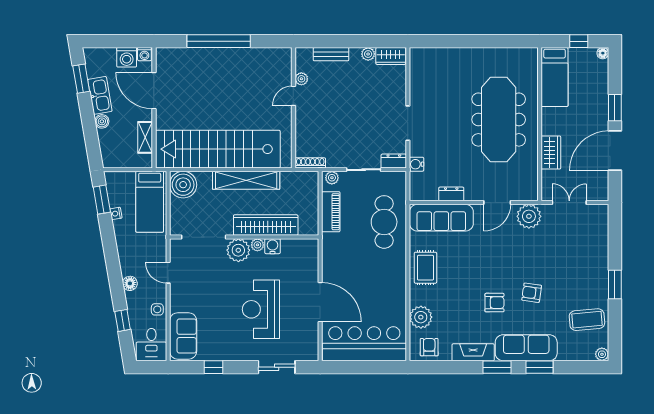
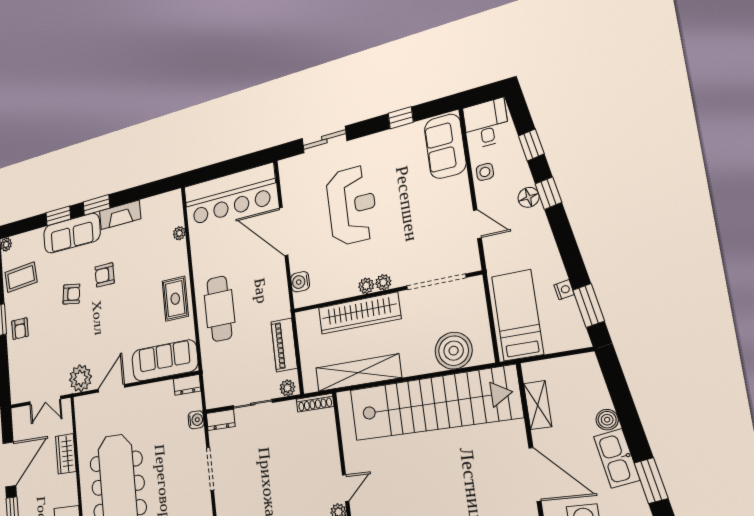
shelving: (246, 180) -> (358, 373), moved
boiler: (183, 185) -> (454, 351), moved
dresser: (451, 194) -> (187, 385), moved
cafe table: (384, 222) -> (219, 309), moved
water cooler: (272, 246) -> (300, 282), moved, turned 90
plant: (238, 250) -> (383, 282), width x0.53, depth x0.53
window: (116, 283) -> (548, 193), added
plant: (421, 317) -> (179, 233), width x0.53, depth x0.53
armchair: (429, 347) -> (20, 329), moved

